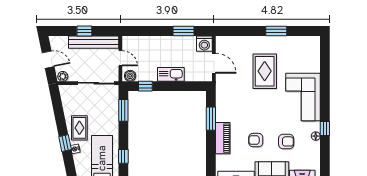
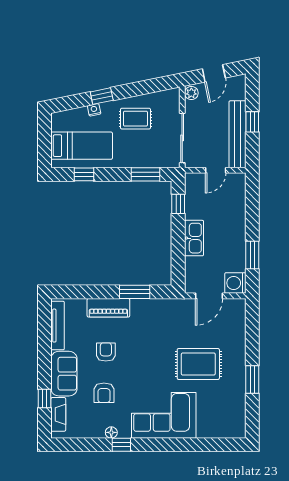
boiler: (130, 76) -> (192, 183), removed
rug: (79, 128) -> (135, 119), moved

